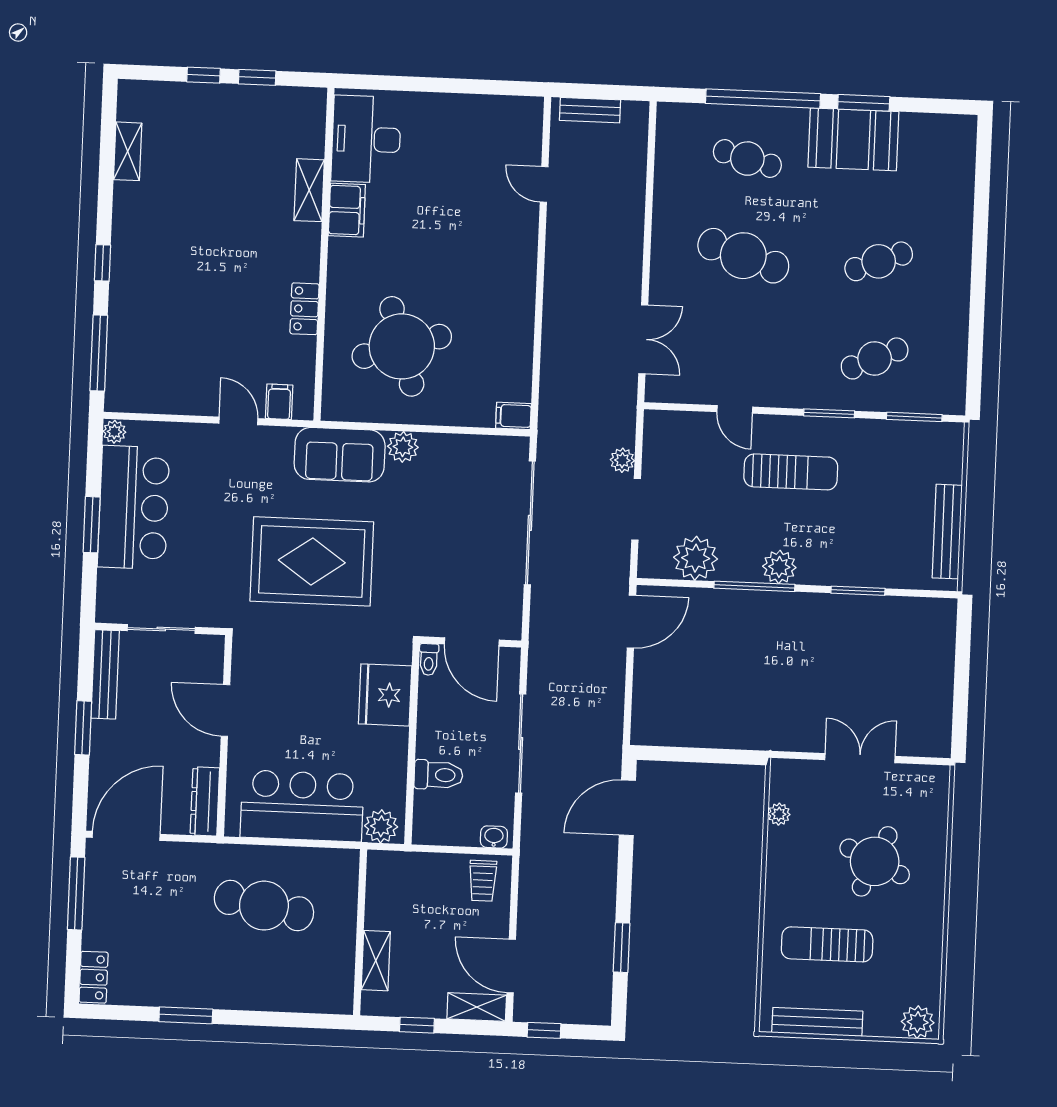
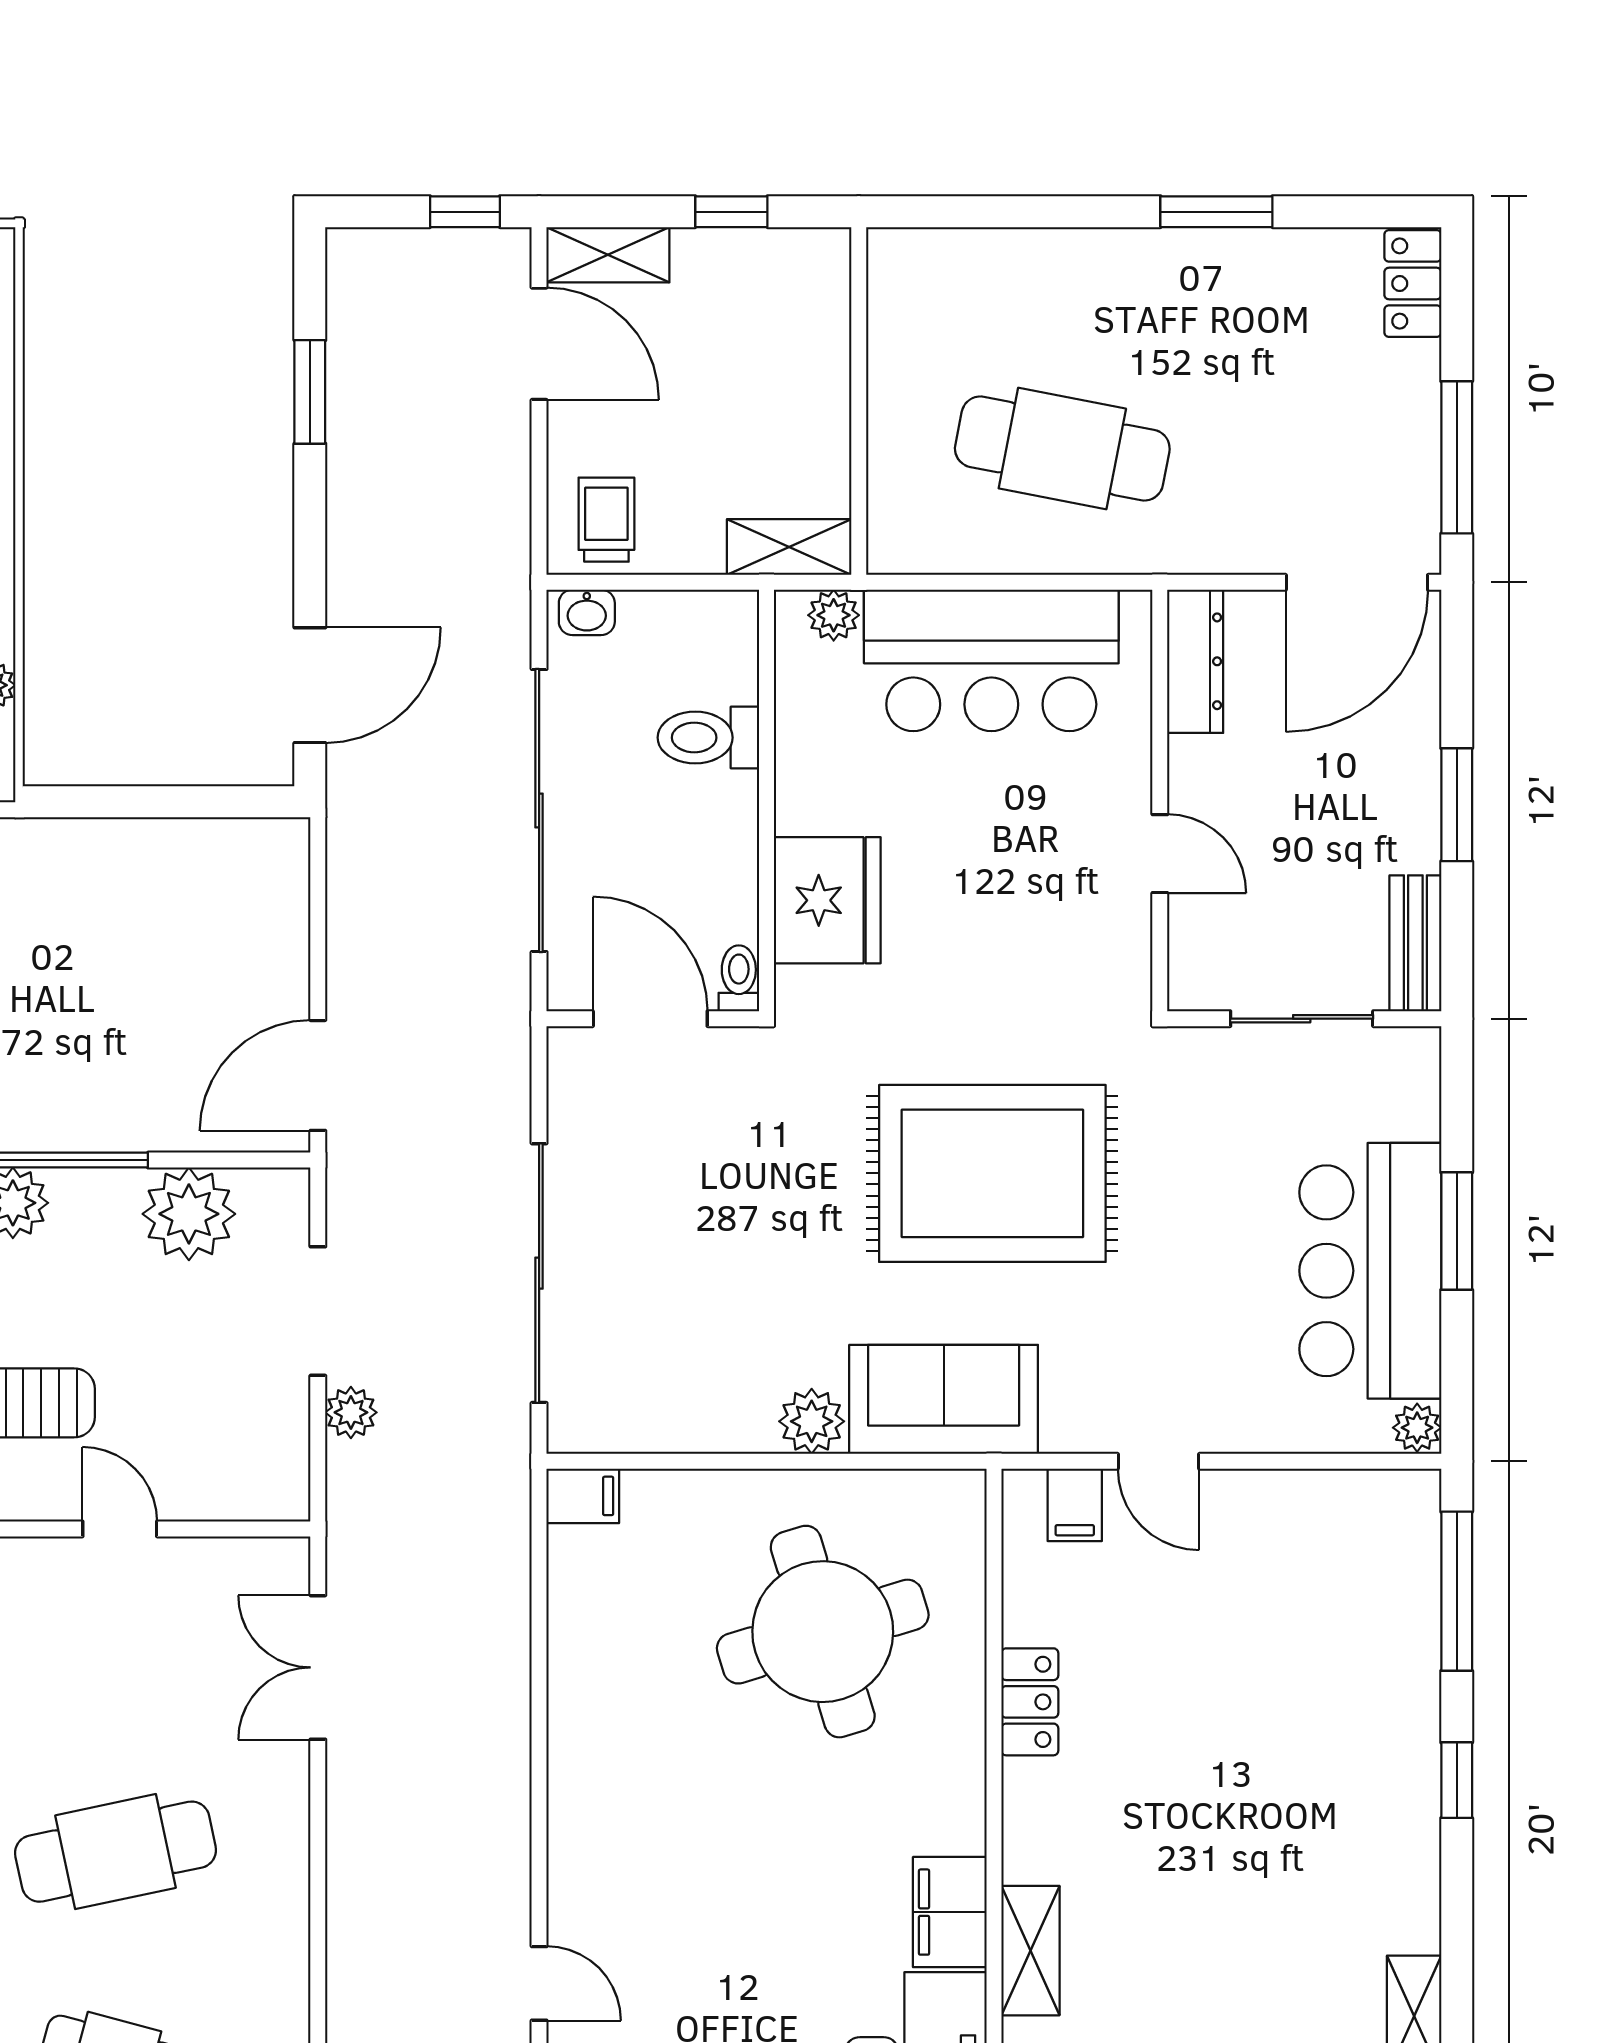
cafe table: (743, 256) -> (116, 1852), turned -30
bench: (105, 674) -> (1415, 943), width x0.73
door: (226, 710) -> (1160, 854), width x0.73
sliding door: (521, 743) -> (539, 811), width x1.36
plant: (381, 826) -> (834, 615), width x0.73, depth x0.73
shelving: (376, 961) -> (789, 547), moved, turned 90

